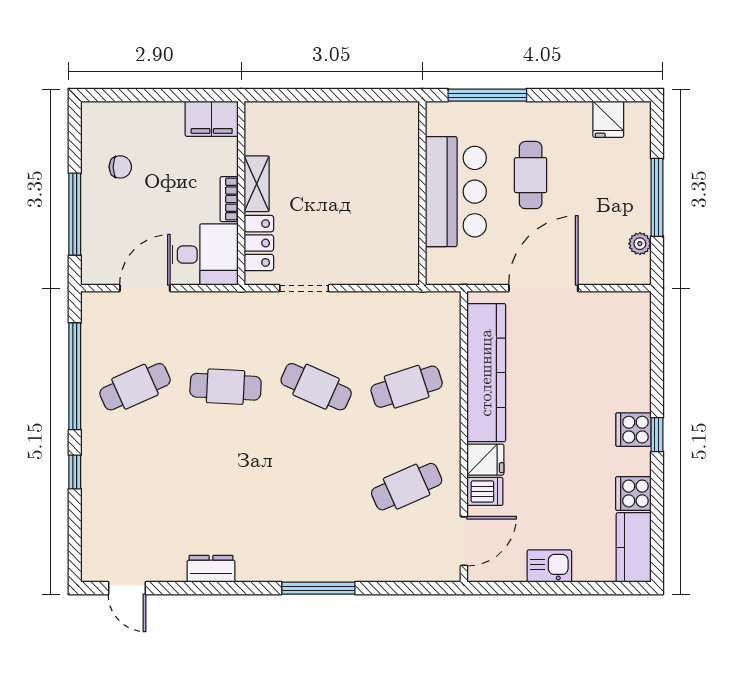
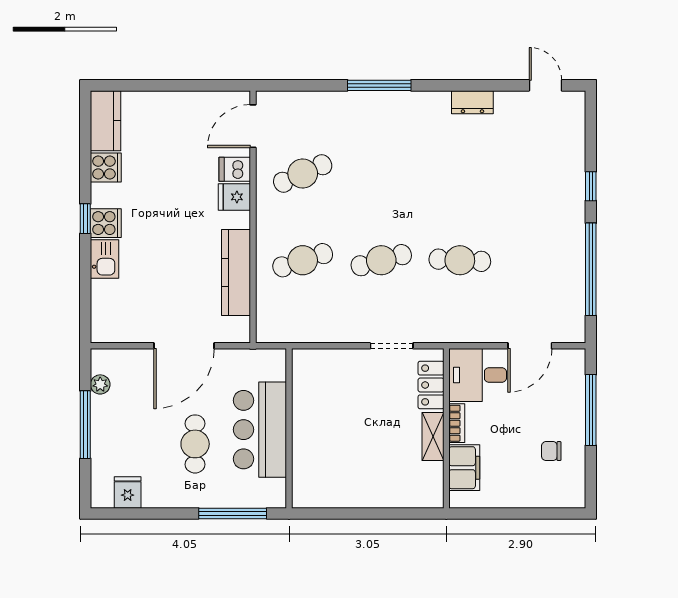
filing cabinet: (212, 119) -> (464, 468), moved, turned 90
kitchen counter: (486, 373) -> (236, 272), width x0.72, depth x0.86
cafe table: (135, 387) -> (538, 260), removed
cafe table: (316, 387) -> (381, 260), turned -39
kitchen sink: (549, 566) -> (104, 259), moved, turned -90

